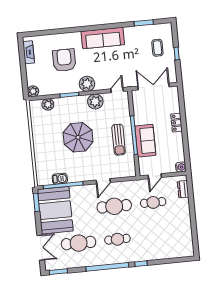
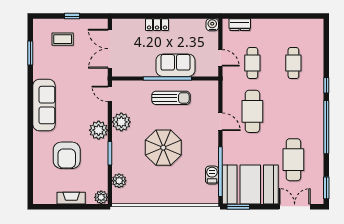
fireplace: (29, 52) -> (71, 198), moved
armchair: (64, 60) -> (67, 155), turned -90
cafe table: (117, 239) -> (293, 63), moved

